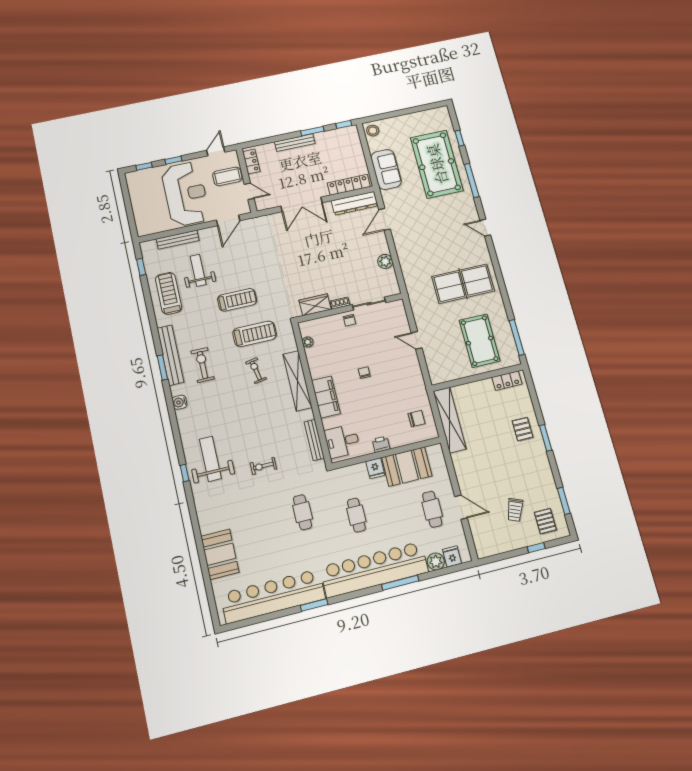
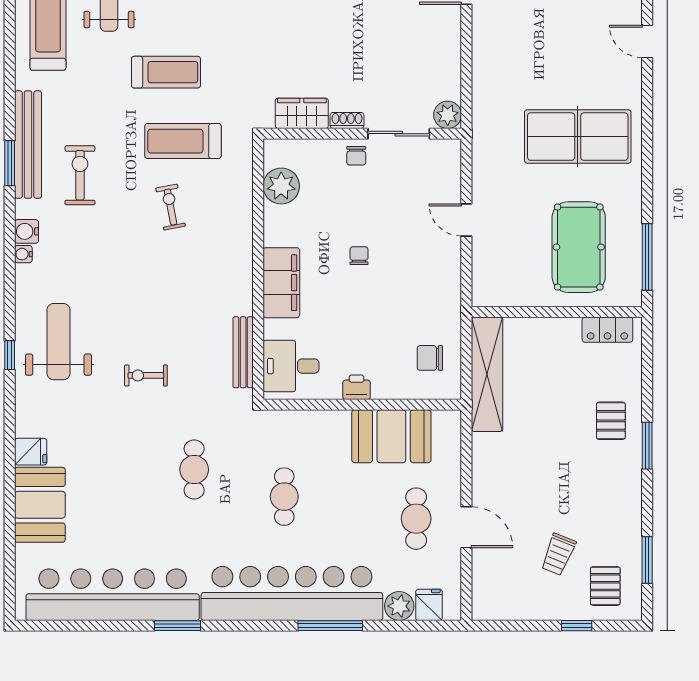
plant: (385, 261) -> (448, 115), moved
treadmill: (255, 334) -> (183, 141), turned 180
plant: (308, 342) -> (281, 186), width x1.88, depth x1.88
shelving: (297, 381) -> (239, 242), removed
water cooler: (180, 415) -> (23, 254), added
chair: (417, 419) -> (430, 358), turned 180
fridge: (375, 468) -> (31, 452), moved, turned -90

